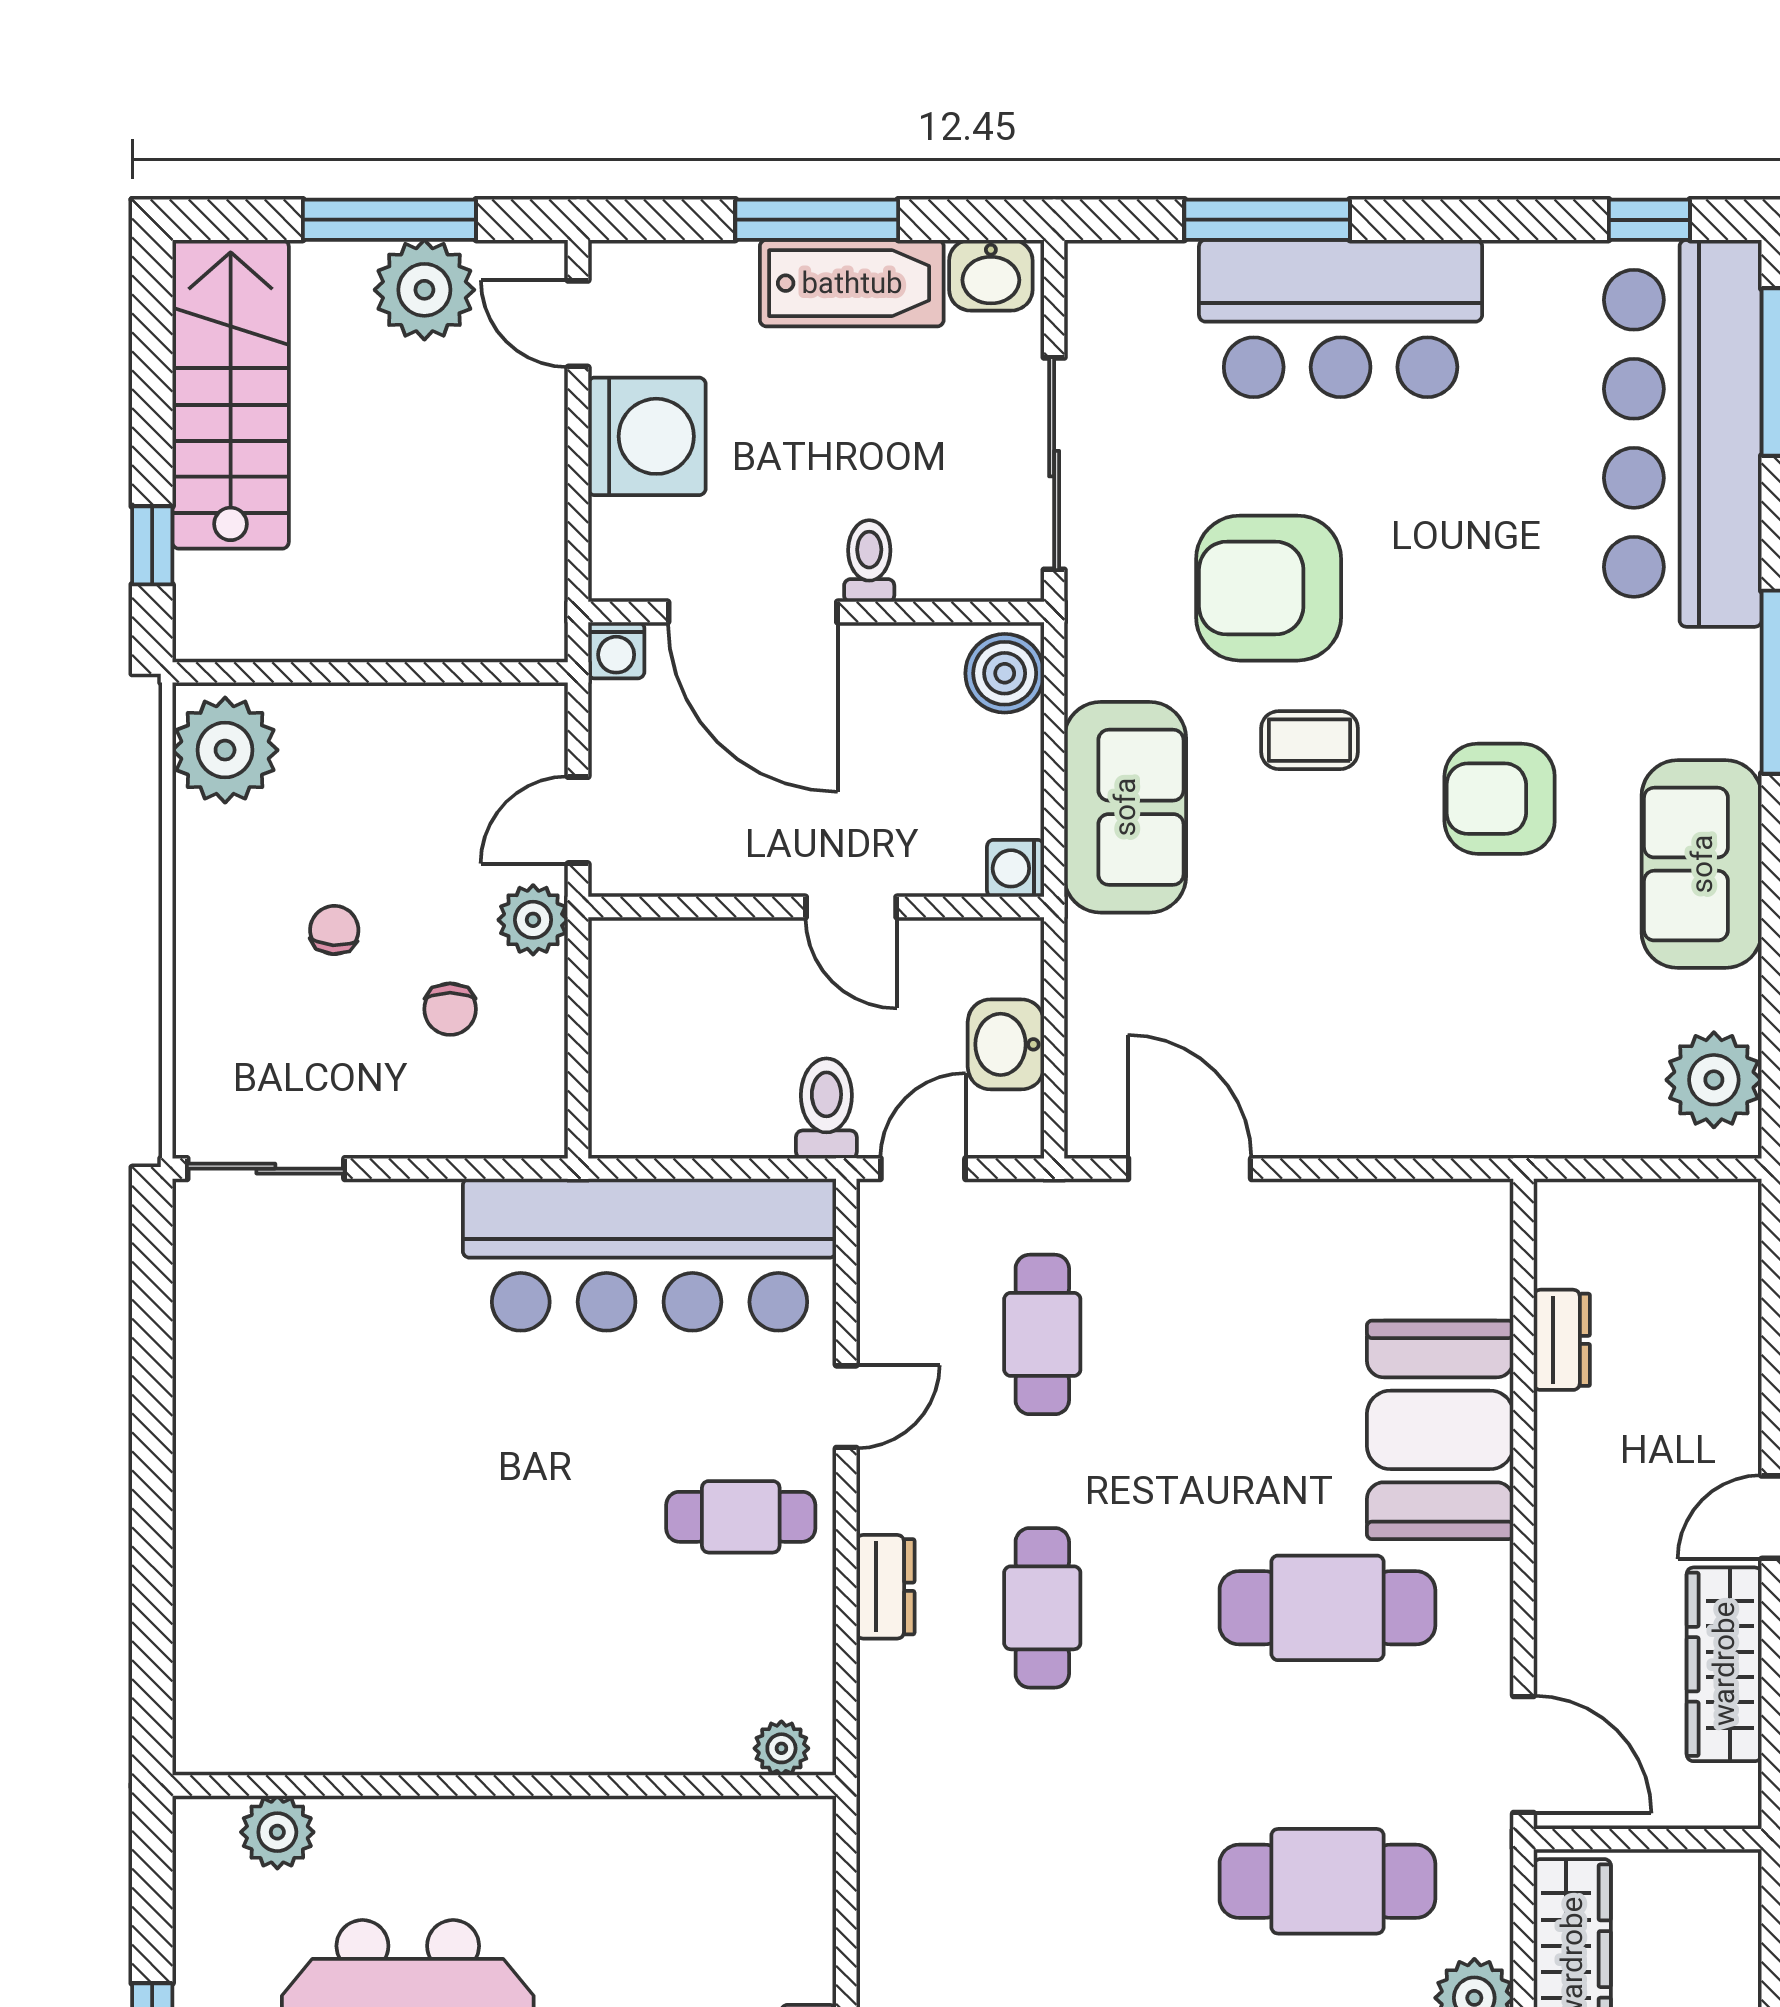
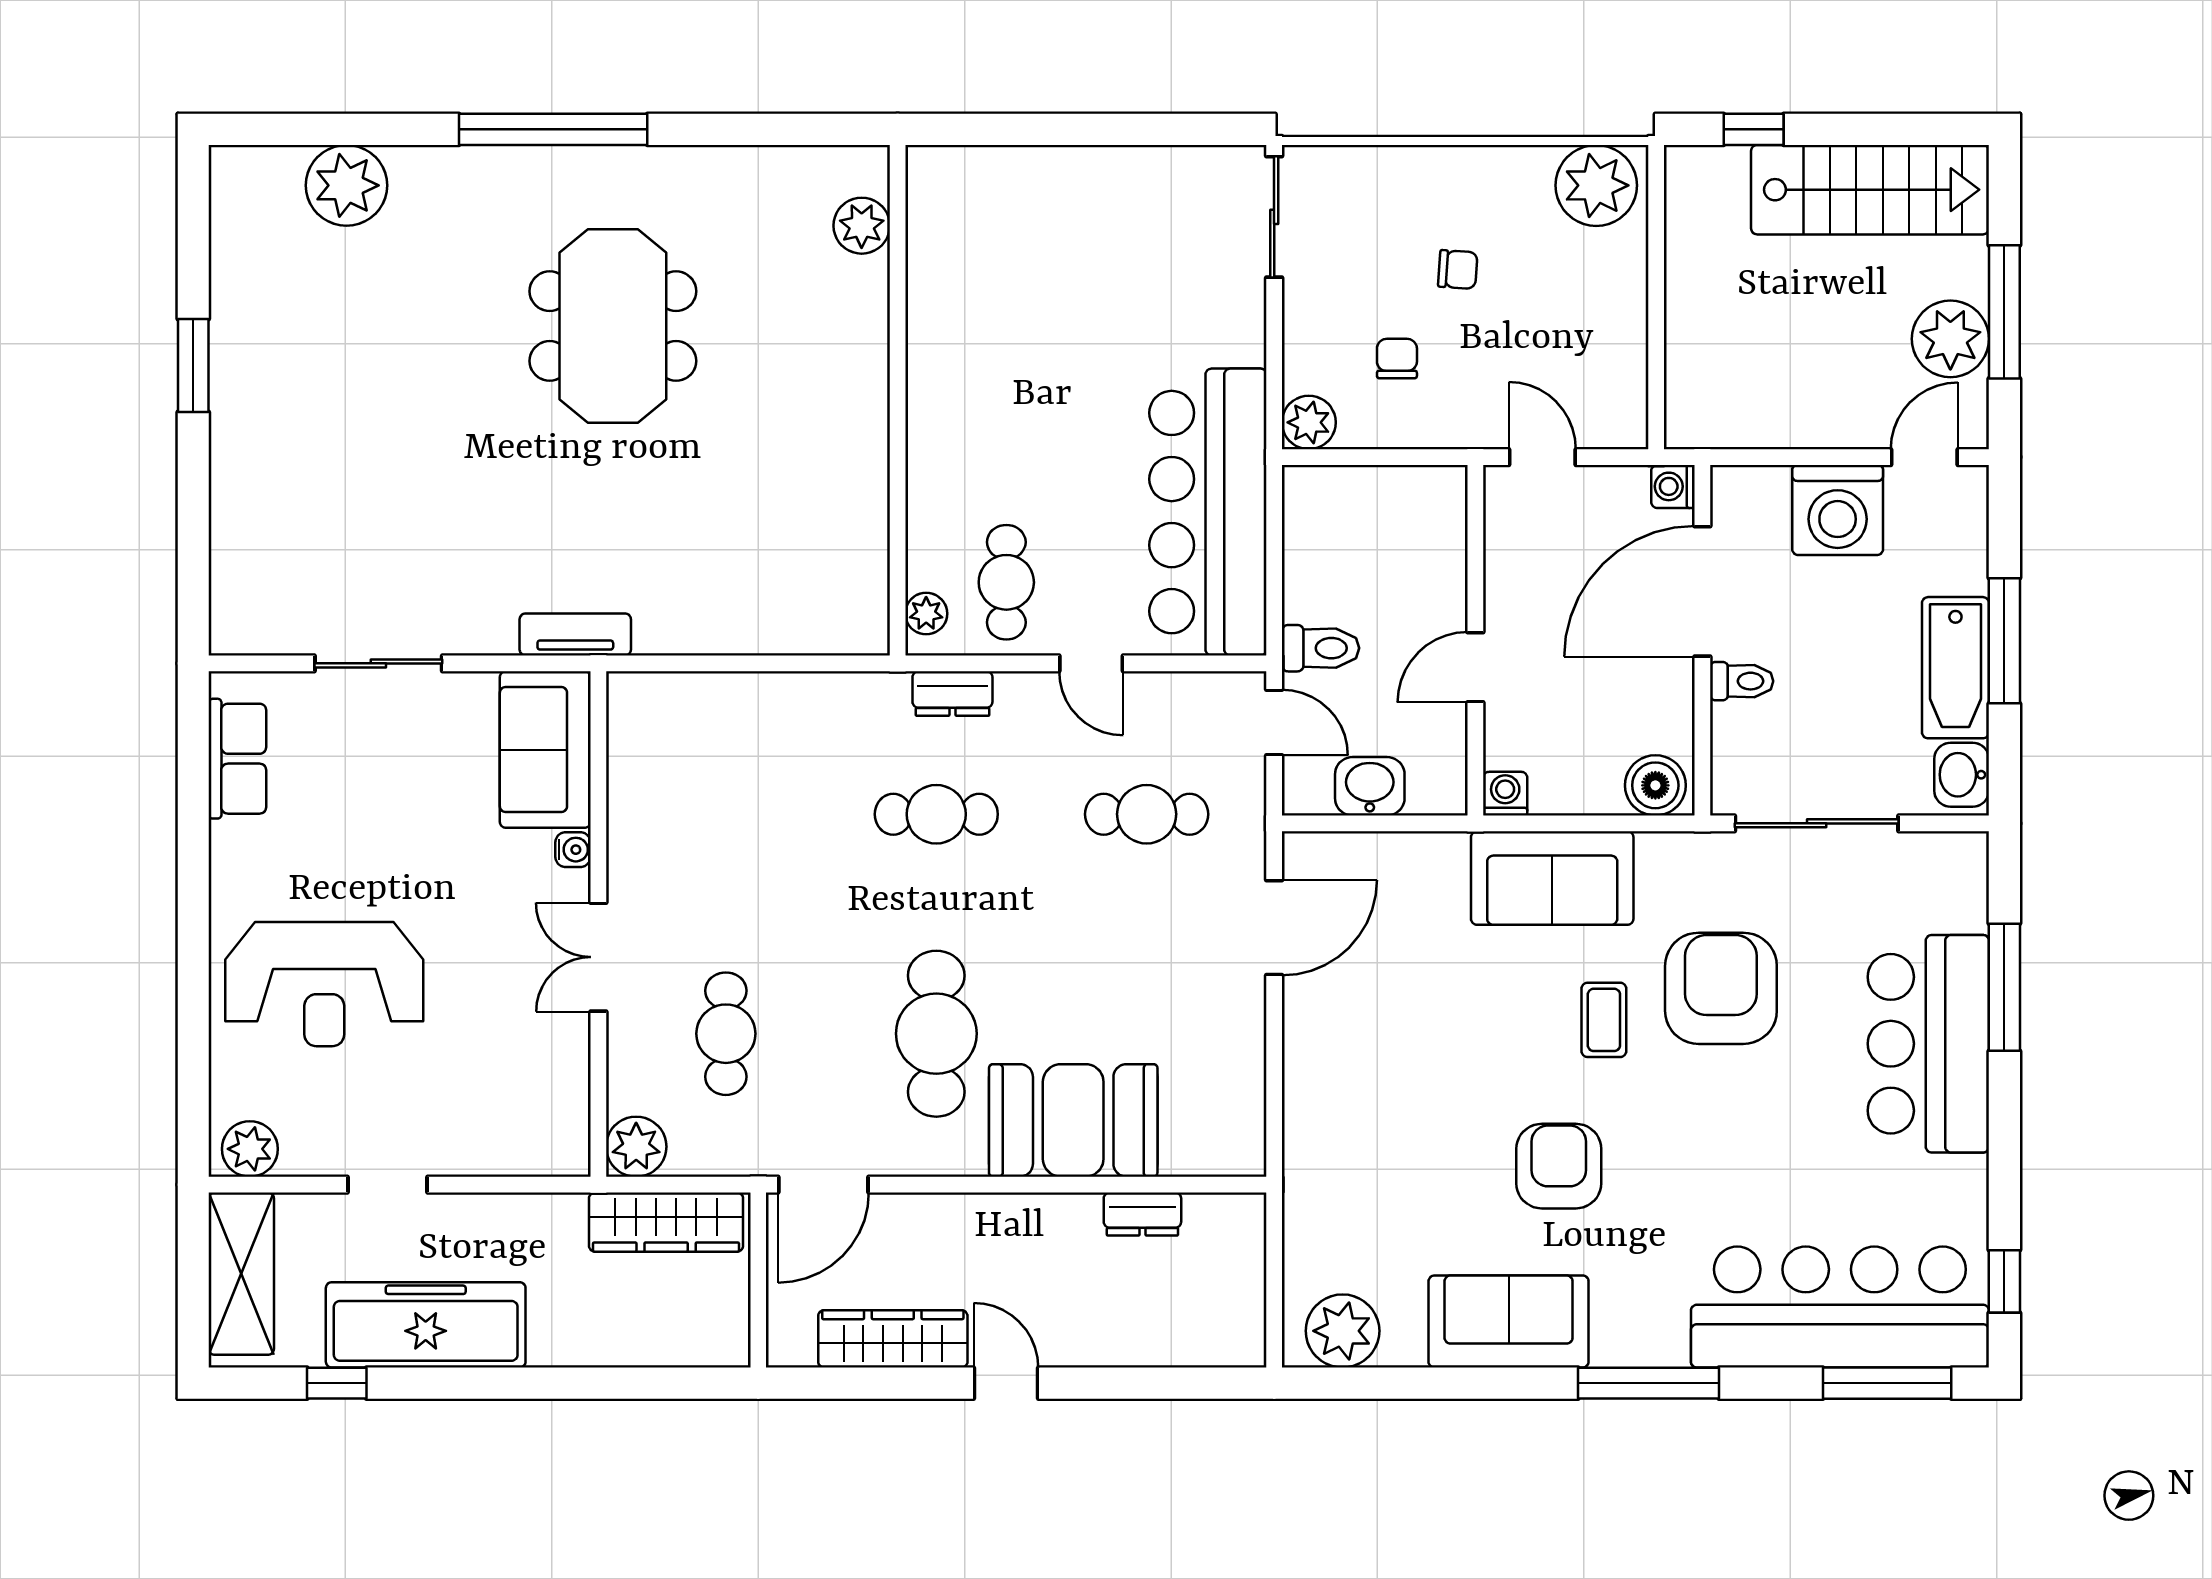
plant: (533, 920) -> (1309, 422), moved
chair: (450, 1009) -> (1397, 359), turned 90
plant: (781, 1748) -> (926, 614), moved
wall: (504, 1786) -> (898, 400), moved
plant: (277, 1832) -> (862, 226), moved
cafe table: (1327, 1881) -> (726, 1034), width x0.73, depth x0.74

